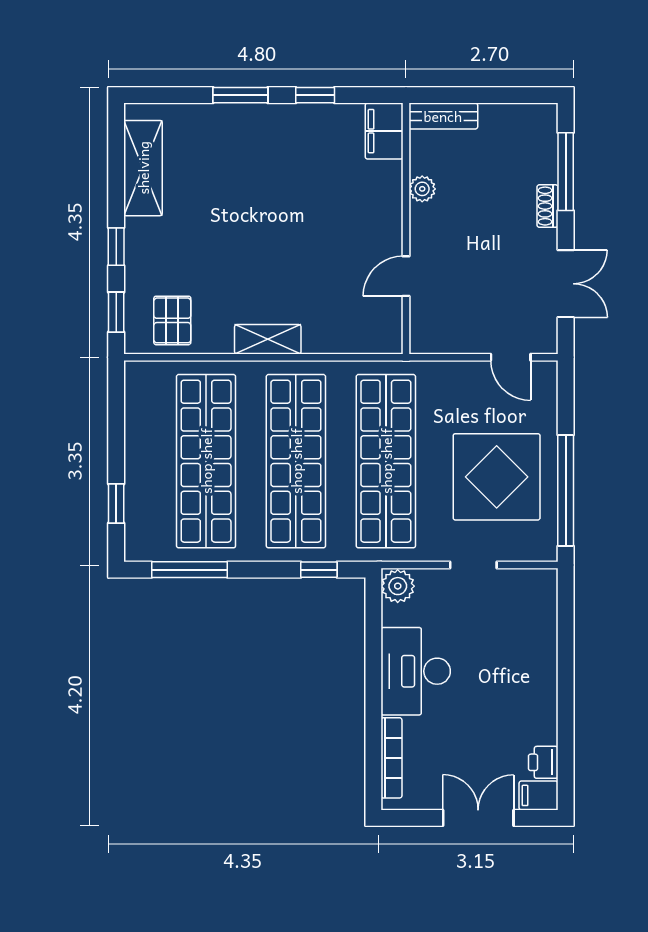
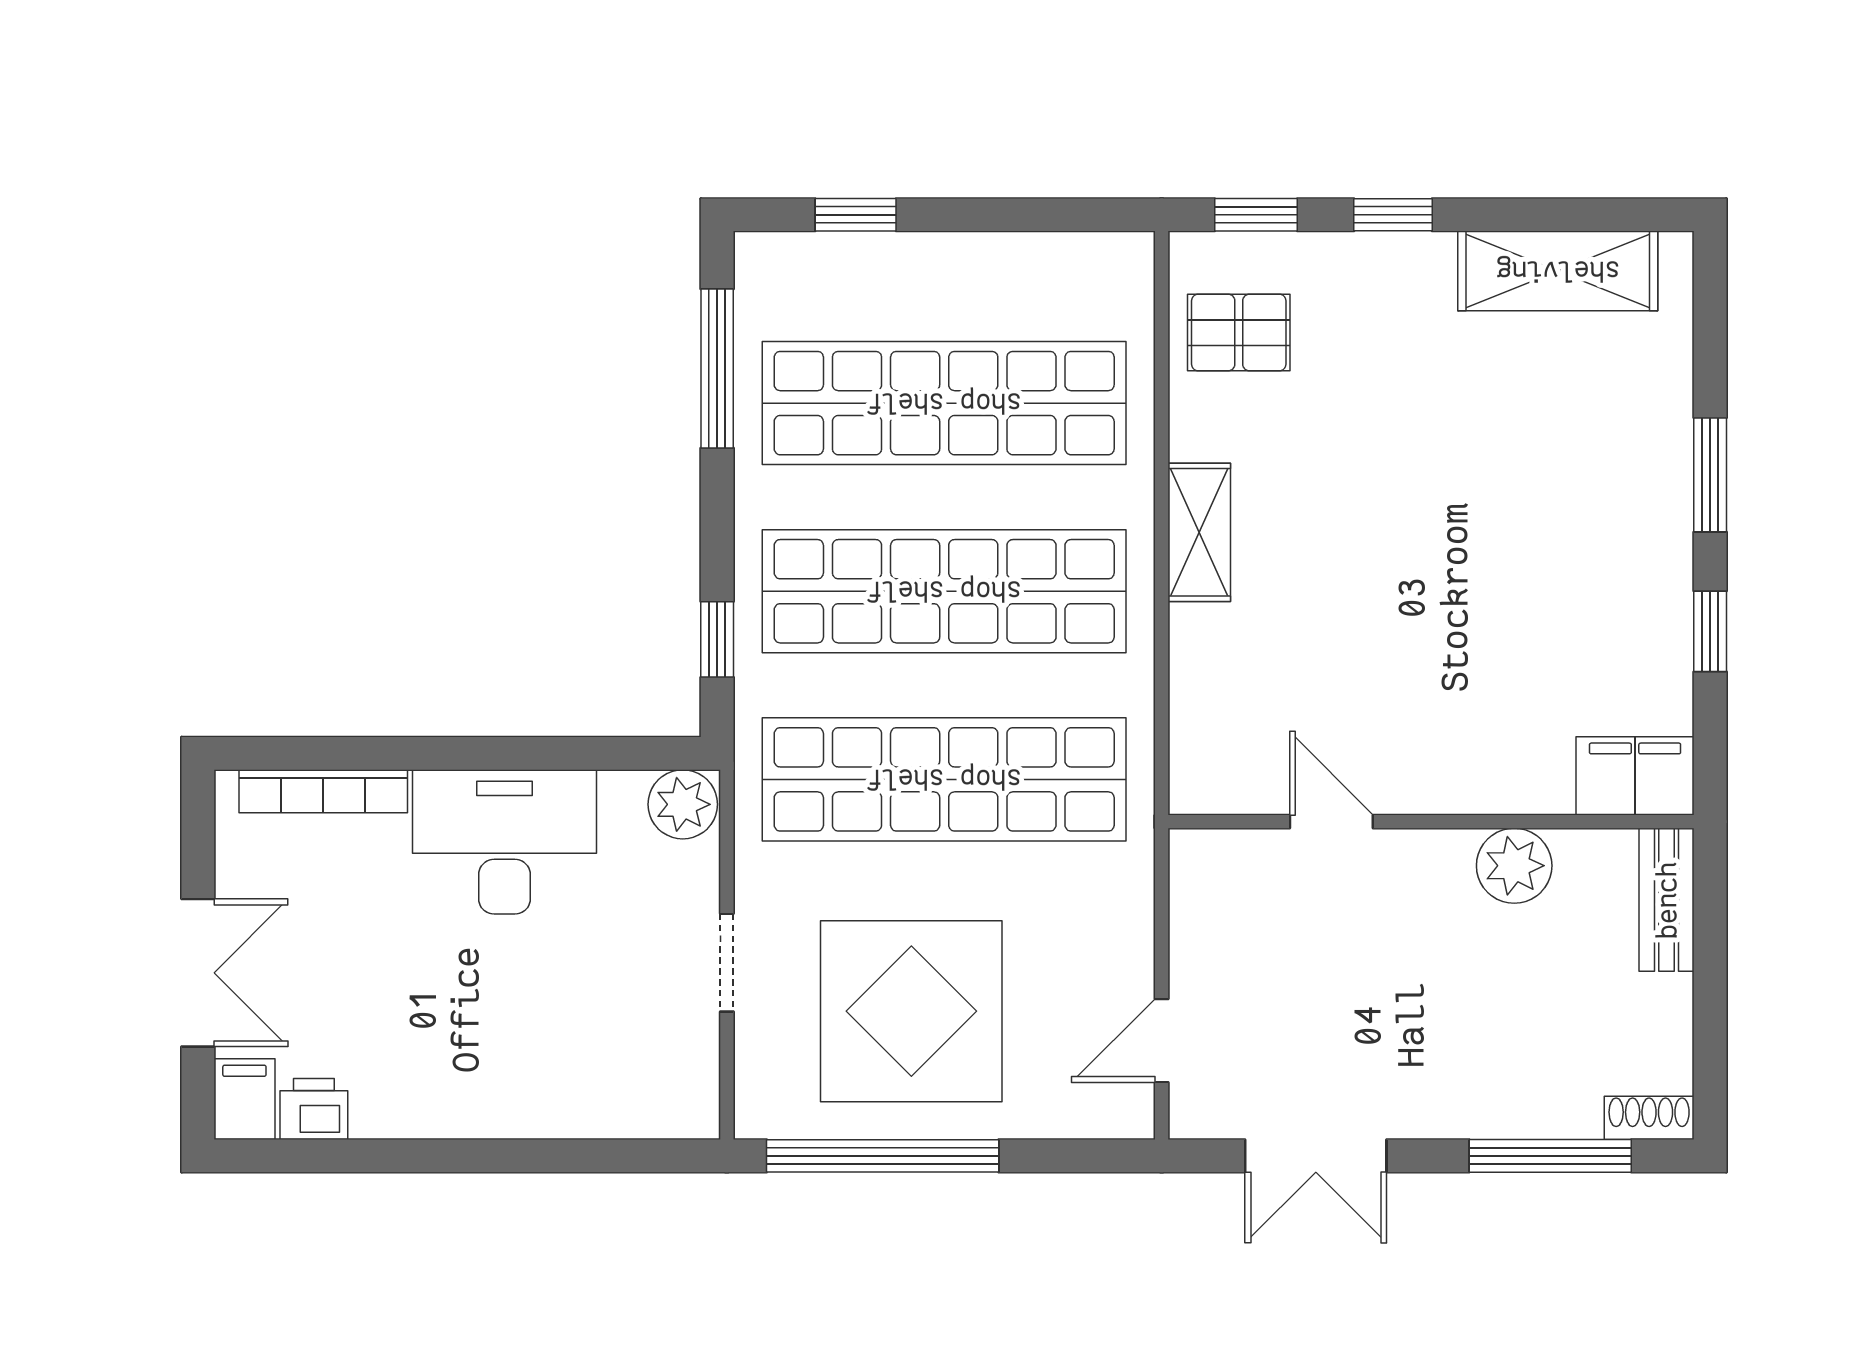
plant: (422, 189) -> (1514, 866), width x1.38, depth x1.38
shoe rack: (548, 206) -> (1649, 1118), moved

